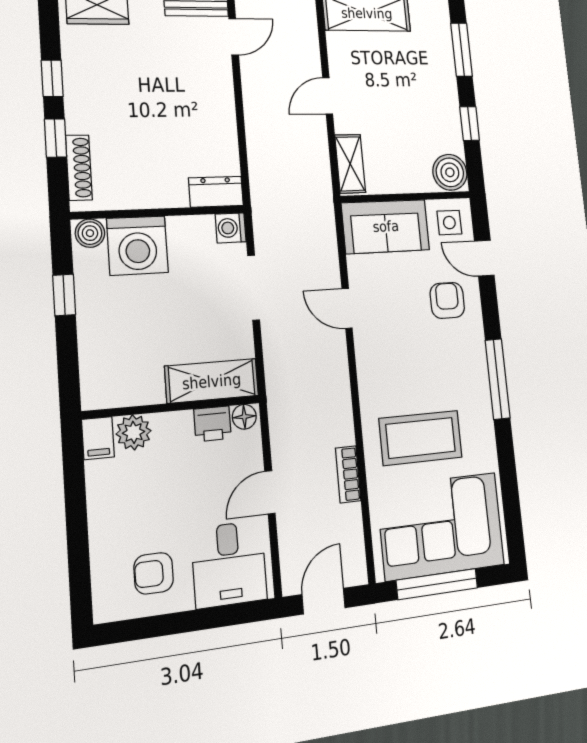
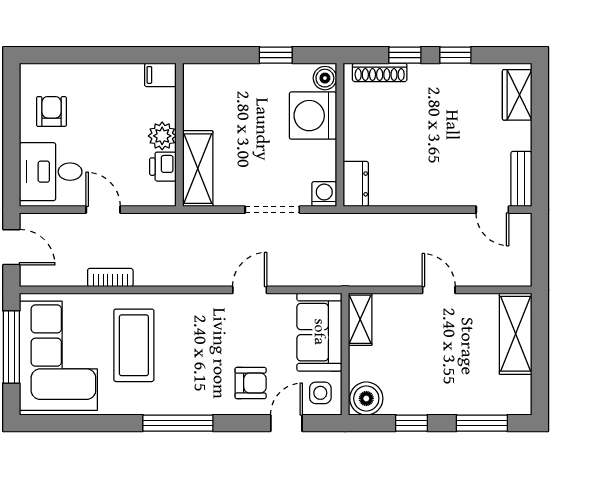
shelving: (350, 164) -> (360, 319), moved, turned 90
floor lamp: (244, 417) -> (166, 193), removed
plant: (134, 432) -> (162, 136), moved

